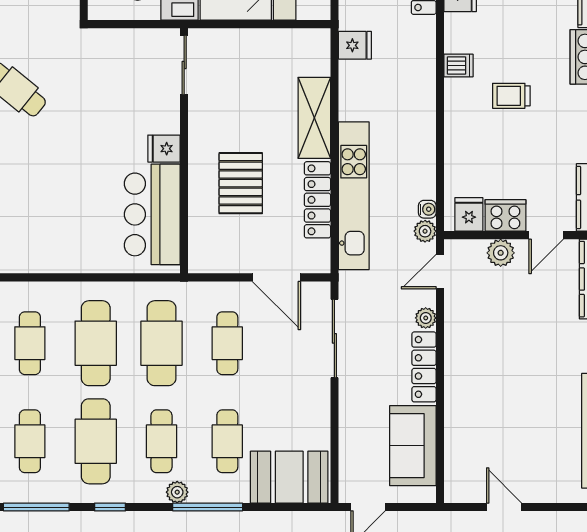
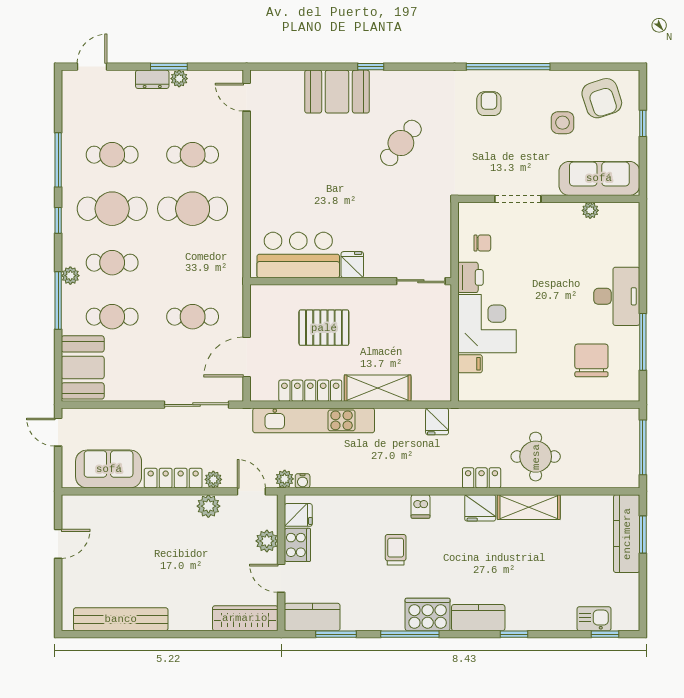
plant: (458, 324) -> (208, 506), added
cafe table: (161, 343) -> (193, 263), removed

